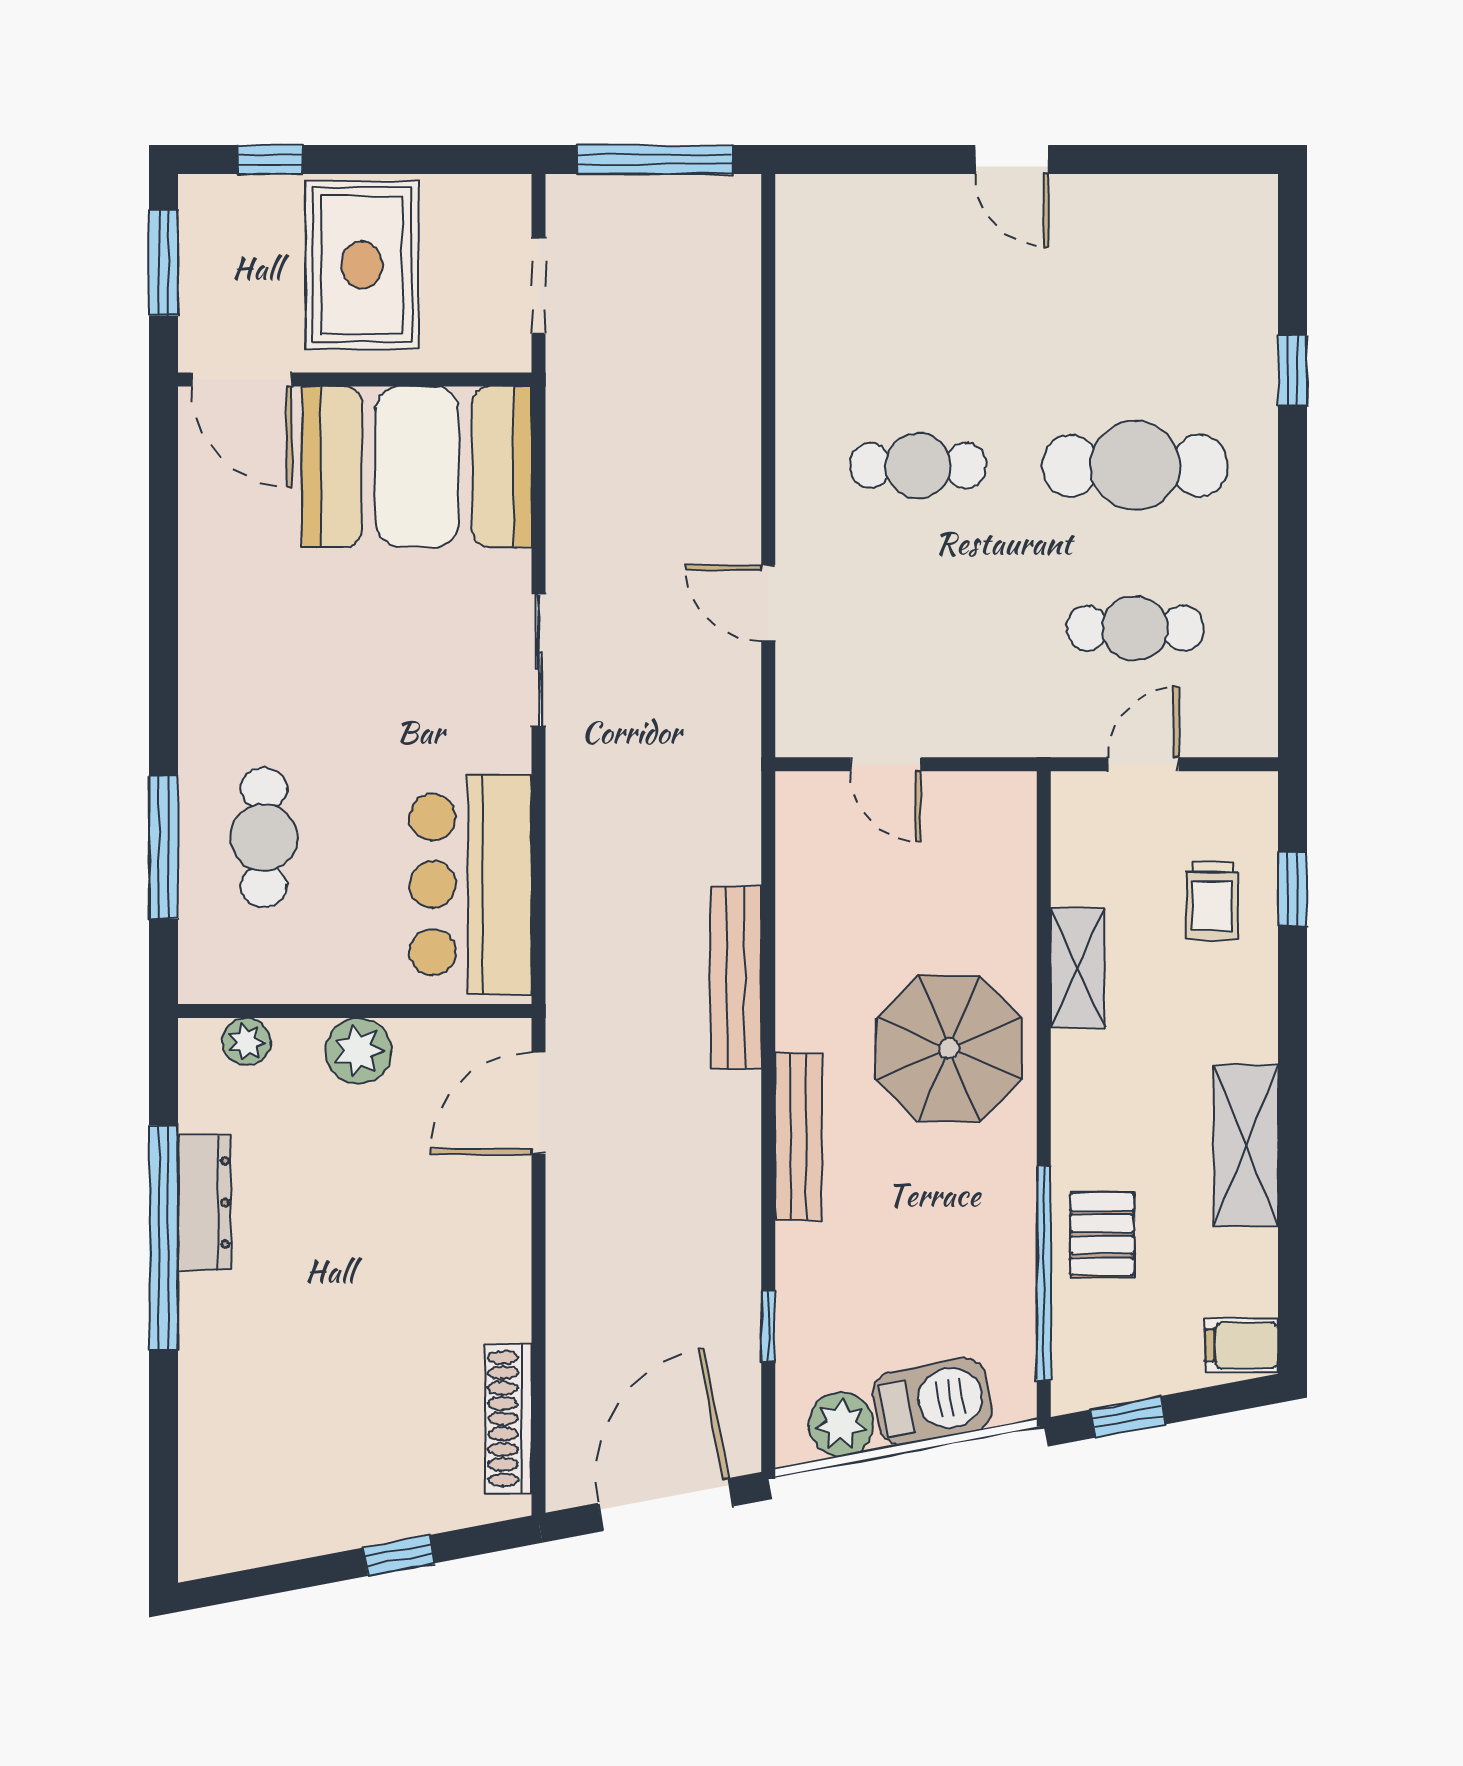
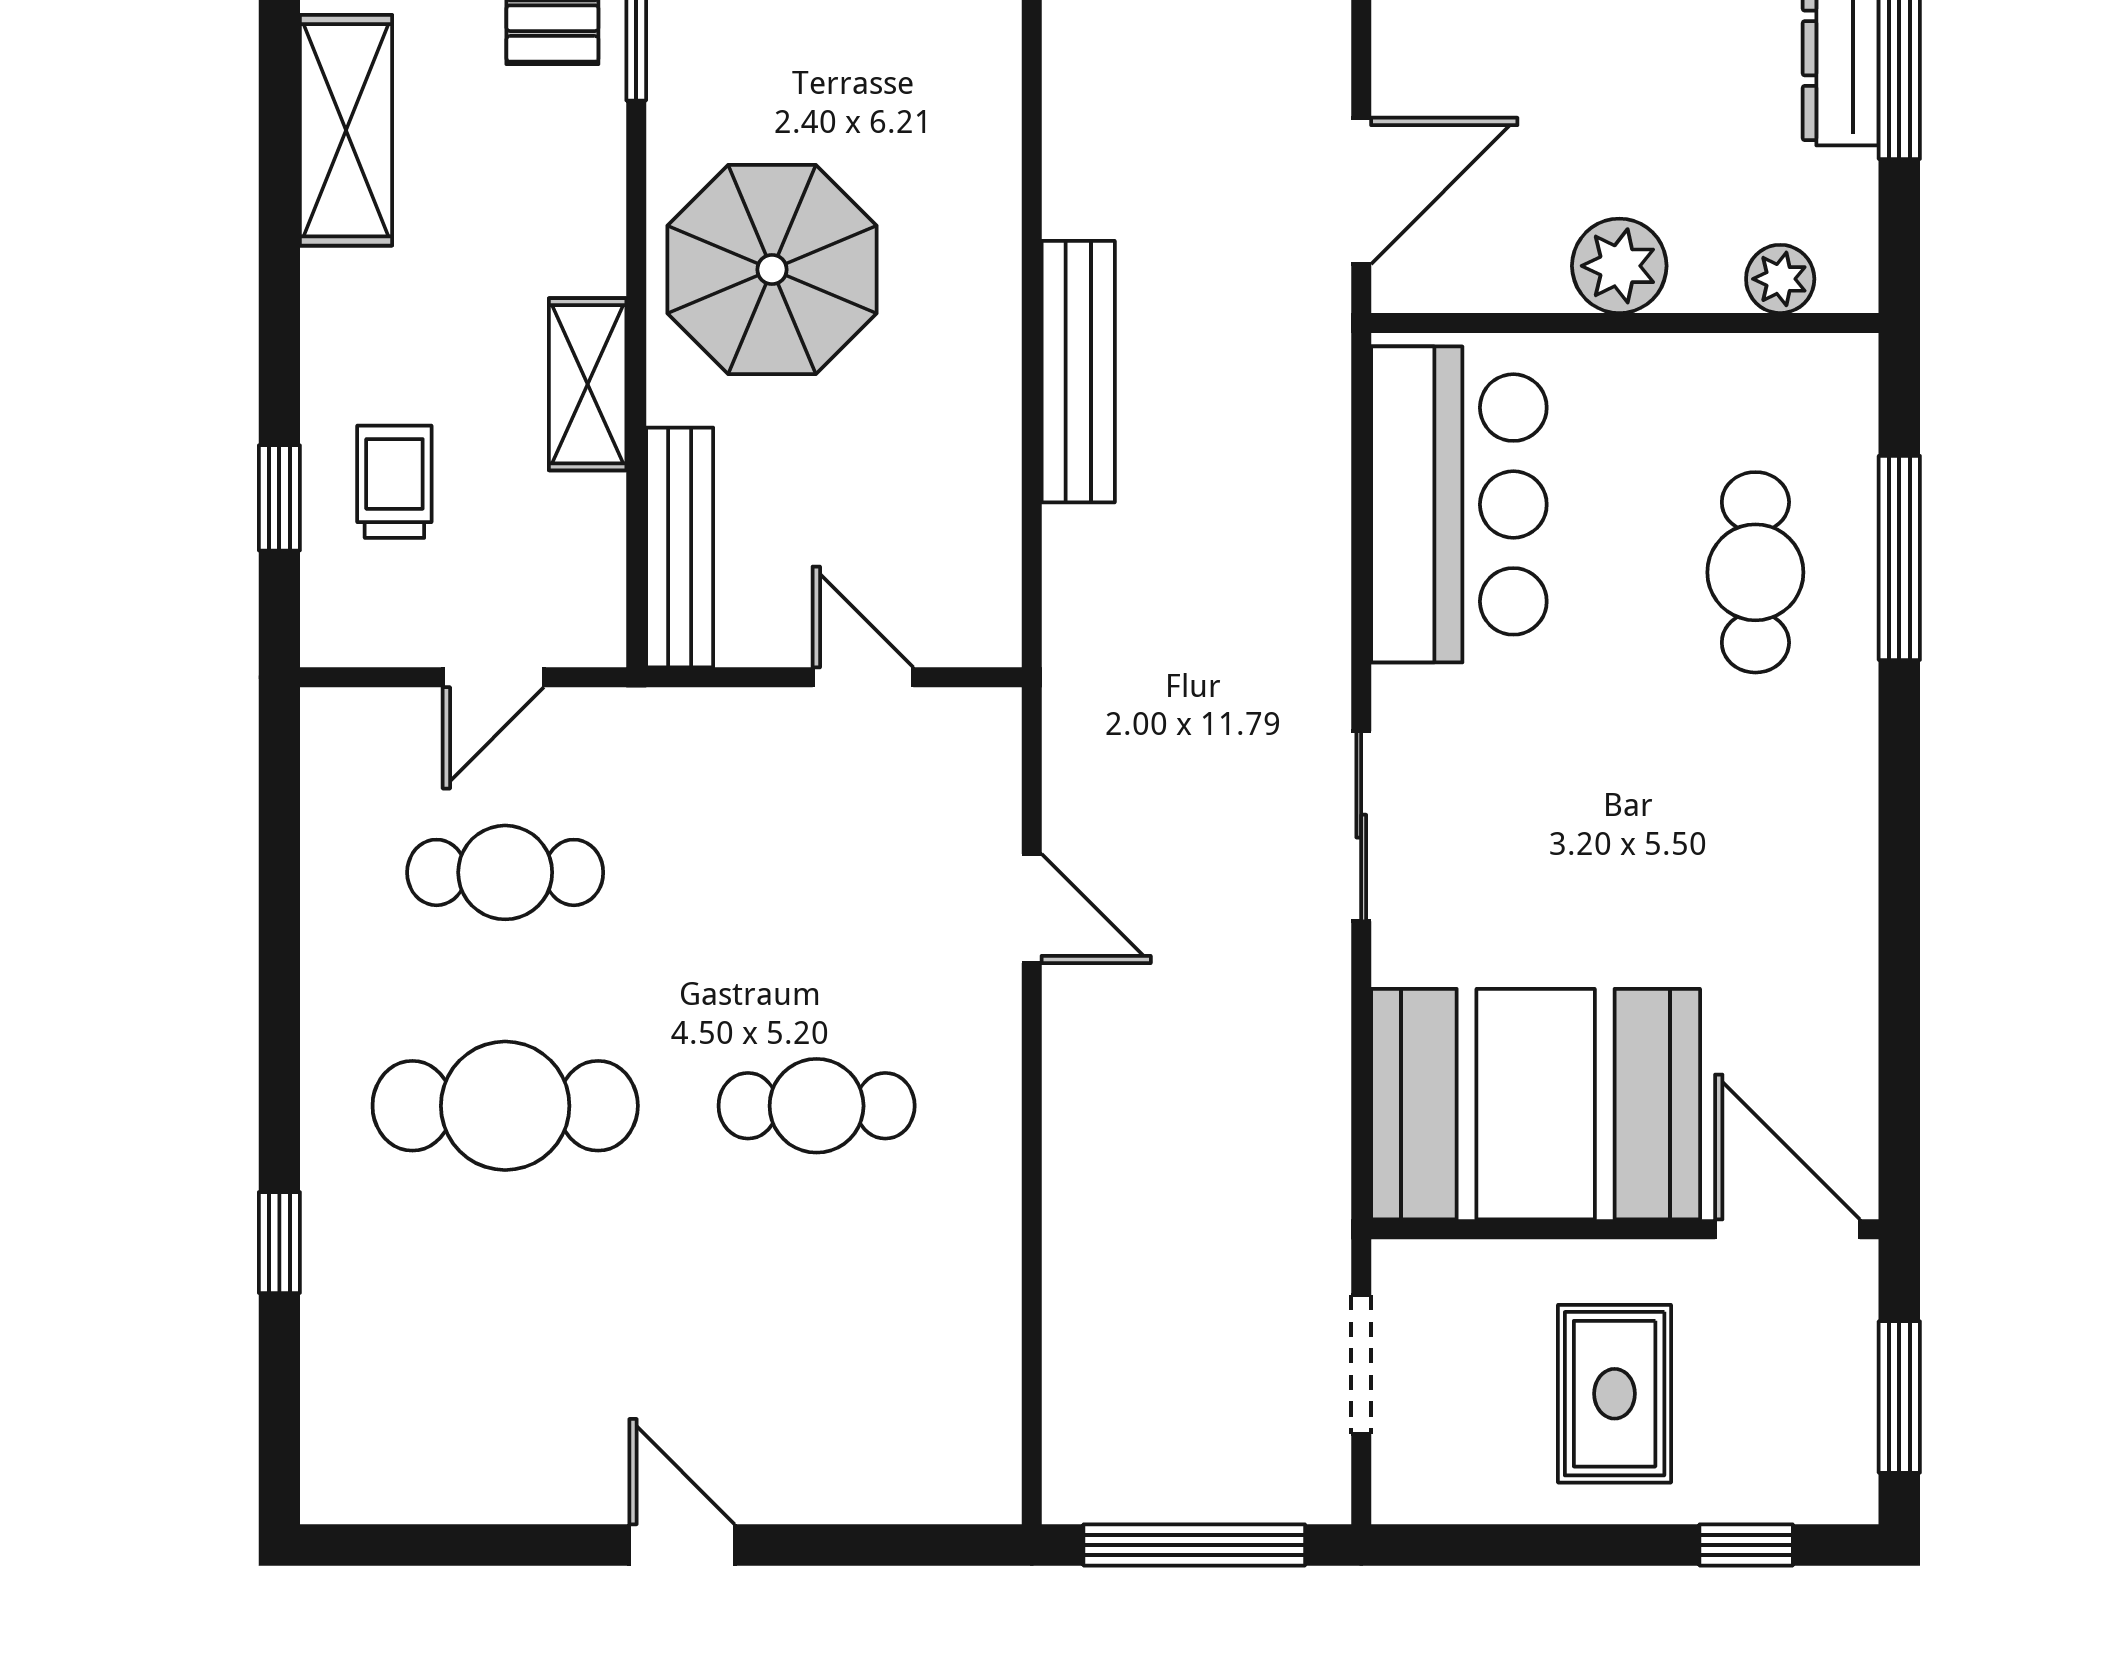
rug: (362, 265) -> (1615, 1394), width x0.73, depth x0.70
bench: (798, 1137) -> (680, 547), moved

